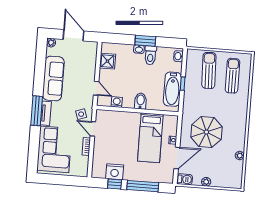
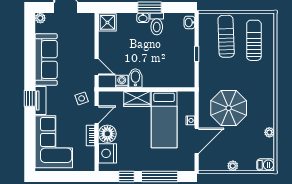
shower: (107, 61) -> (107, 22), moved
bathtub: (172, 89) -> (185, 61), removed
bidet: (141, 101) -> (135, 78), moved
window: (37, 111) -> (30, 98), width x0.46
wardrobe: (129, 118) -> (137, 99), added
door: (93, 129) -> (97, 115), swing flipped
floor lamp: (101, 146) -> (107, 134), added
nightstand: (115, 172) -> (107, 153), moved, turned 90
barbecue: (185, 179) -> (266, 165), moved

